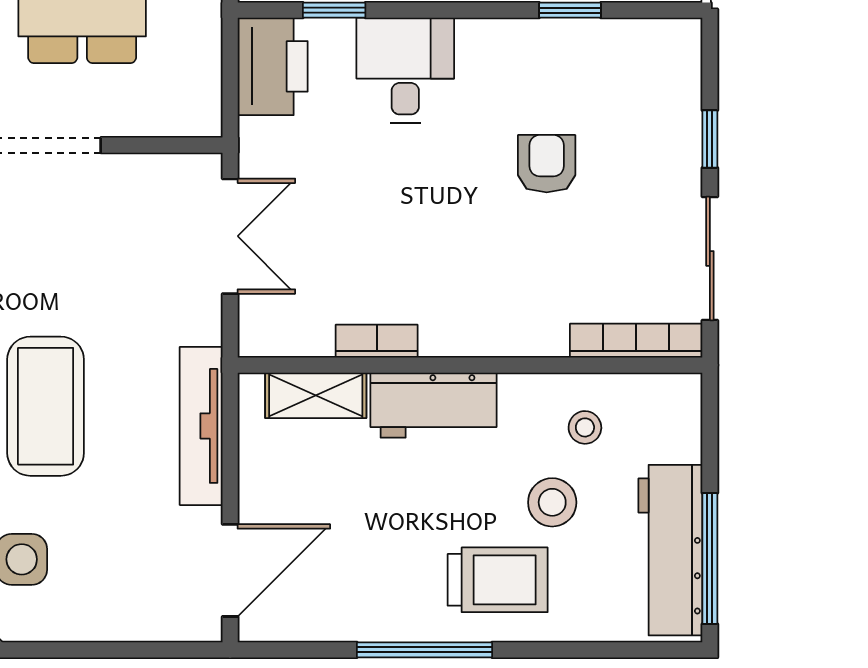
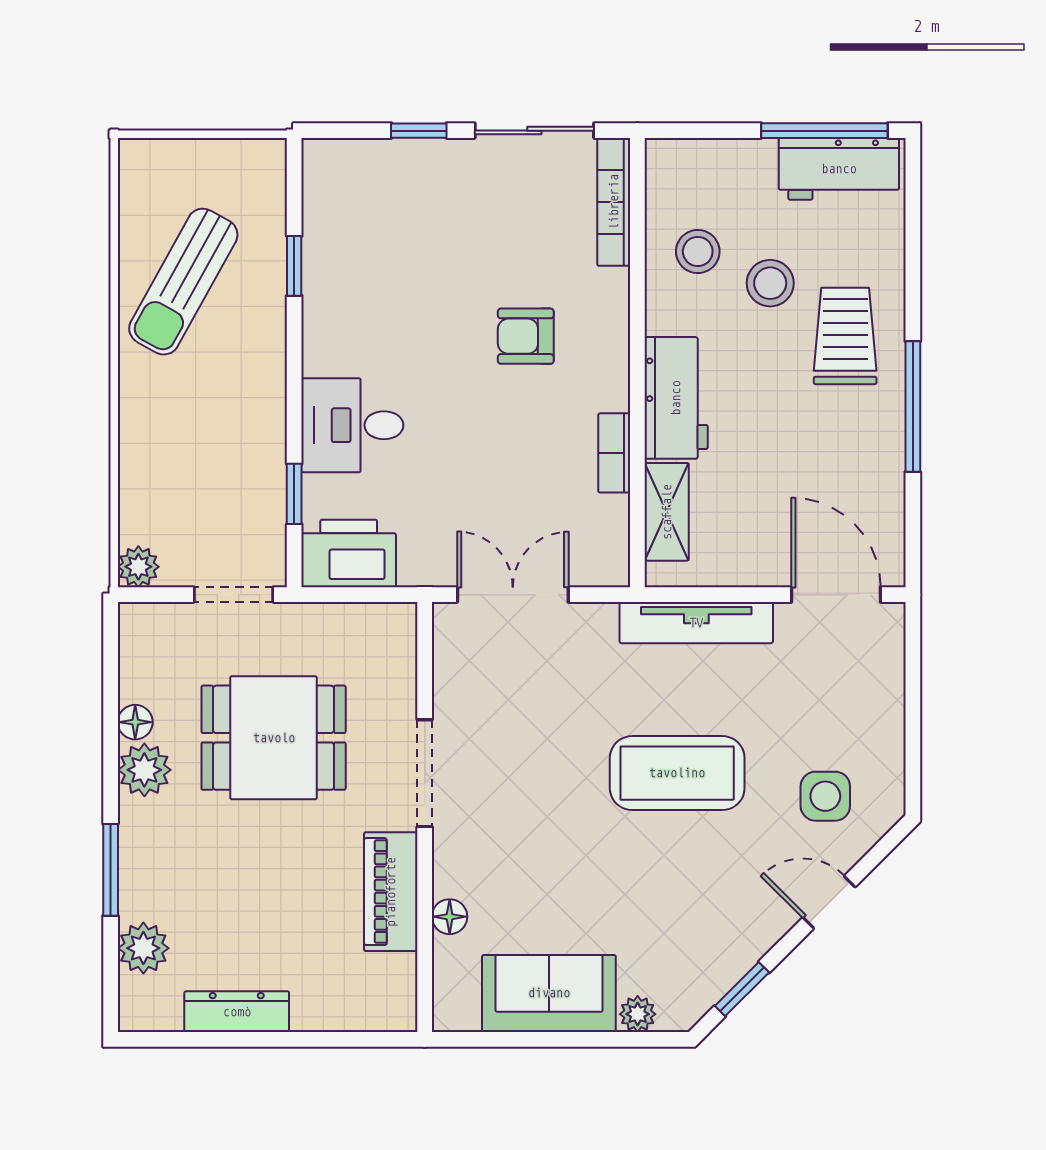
armchair: (547, 164) -> (526, 336), moved
stool: (585, 427) -> (698, 251), width x1.37, depth x1.37
workbench: (670, 550) -> (839, 169), width x0.73

